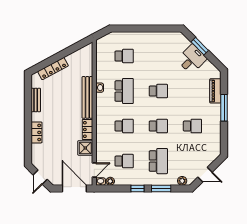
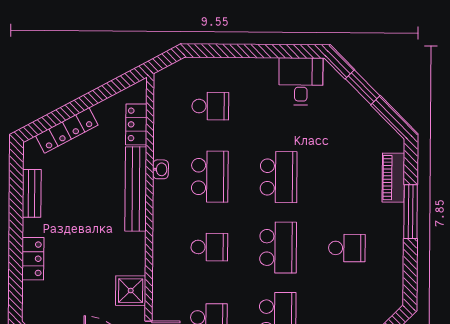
desk: (192, 59) -> (301, 81), moved, turned -45
school desk: (158, 91) -> (279, 177), width x1.85
school desk: (158, 126) -> (278, 248), width x1.85
locker: (87, 129) -> (136, 124), moved

